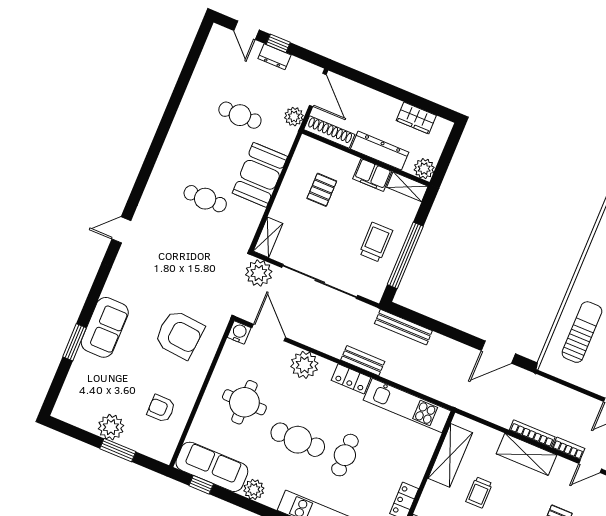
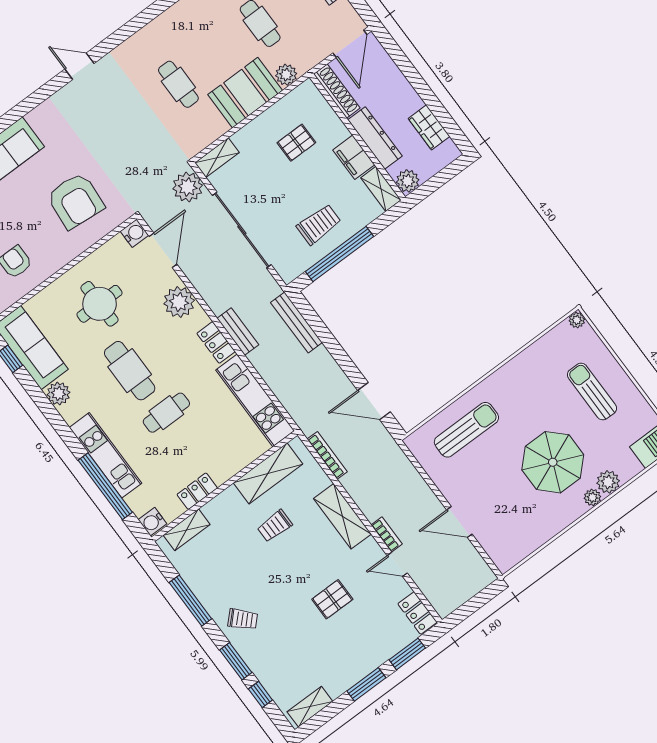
plant: (294, 117) -> (286, 75), moved
bookcase: (532, 434) -> (327, 455), moved

